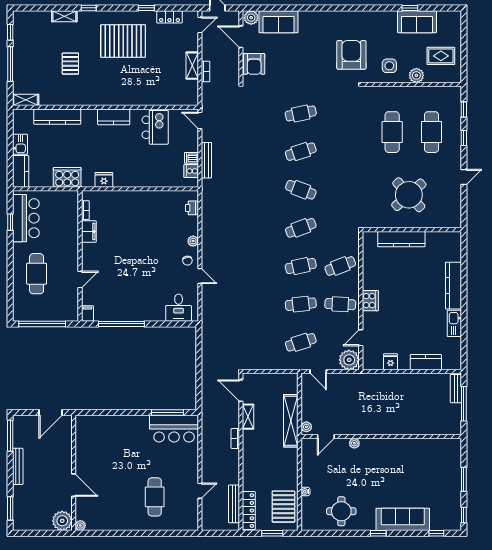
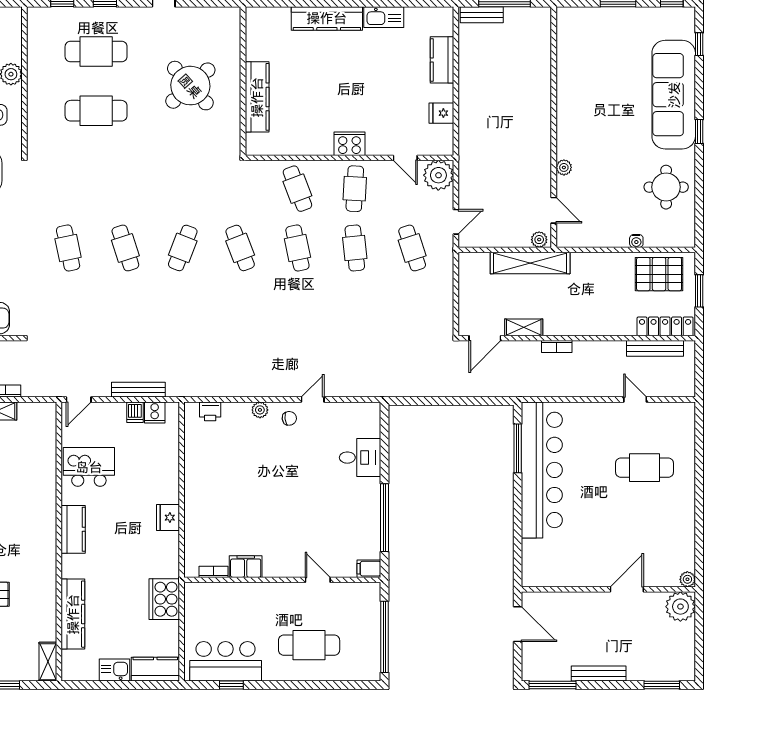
fridge: (104, 180) -> (168, 518), moved
desk: (179, 308) -> (360, 458), moved
bar counter: (174, 429) -> (542, 470), width x1.86
sofa: (403, 519) -> (674, 95), width x1.36, depth x1.27

